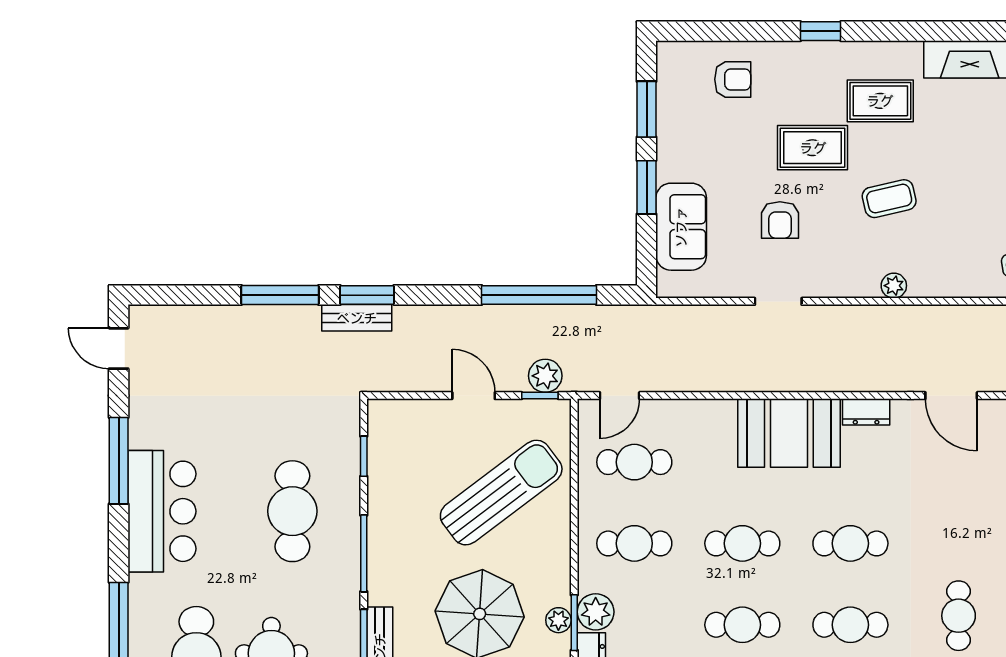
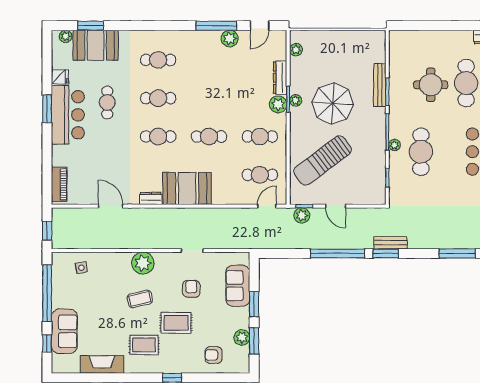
plant: (673, 117) -> (242, 337), added
plant: (894, 286) -> (143, 263), width x1.87, depth x1.87
window: (280, 295) -> (457, 253), moved
window: (539, 295) -> (337, 253), moved
plant: (348, 525) -> (394, 145), added
cafe table: (742, 625) -> (209, 98), removed

